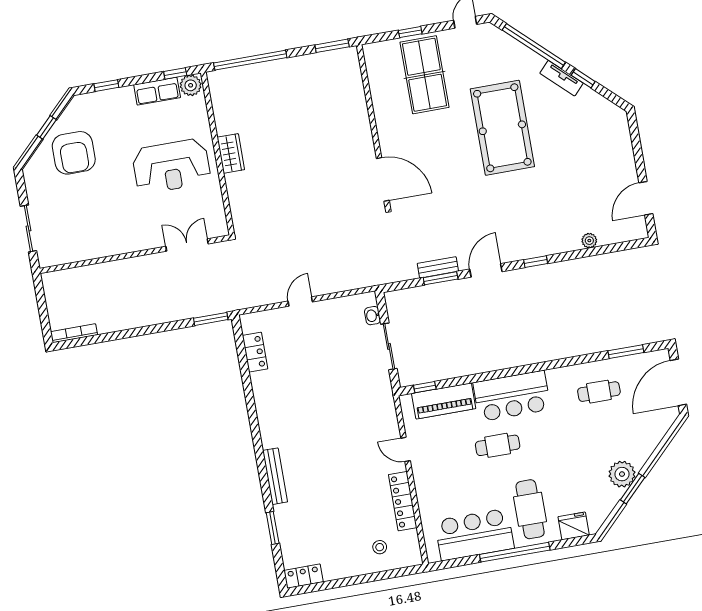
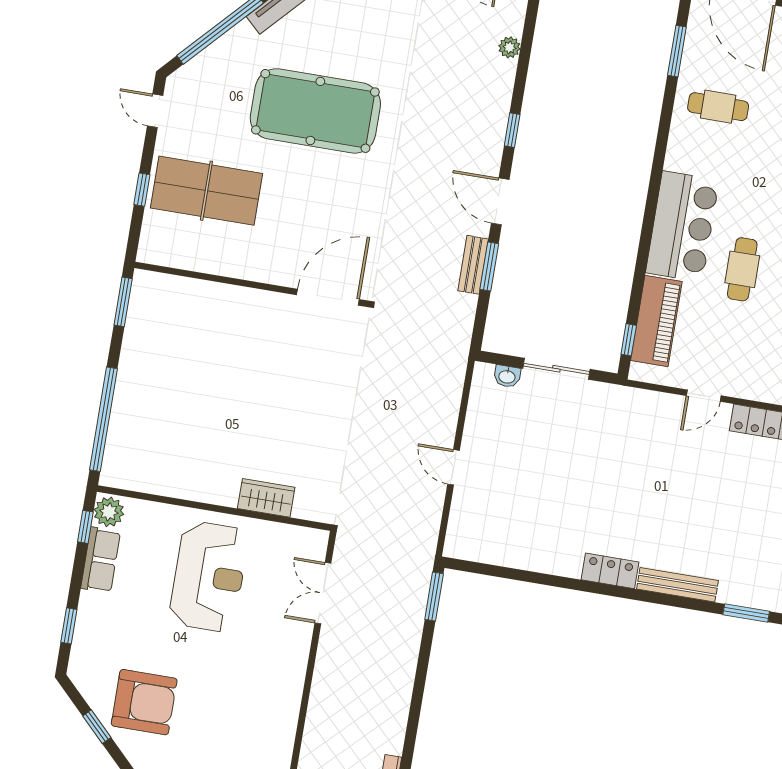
wardrobe: (231, 153) -> (266, 498), moved
locker: (255, 352) -> (610, 571), moved
cafe table: (599, 392) -> (718, 107), turned 90

